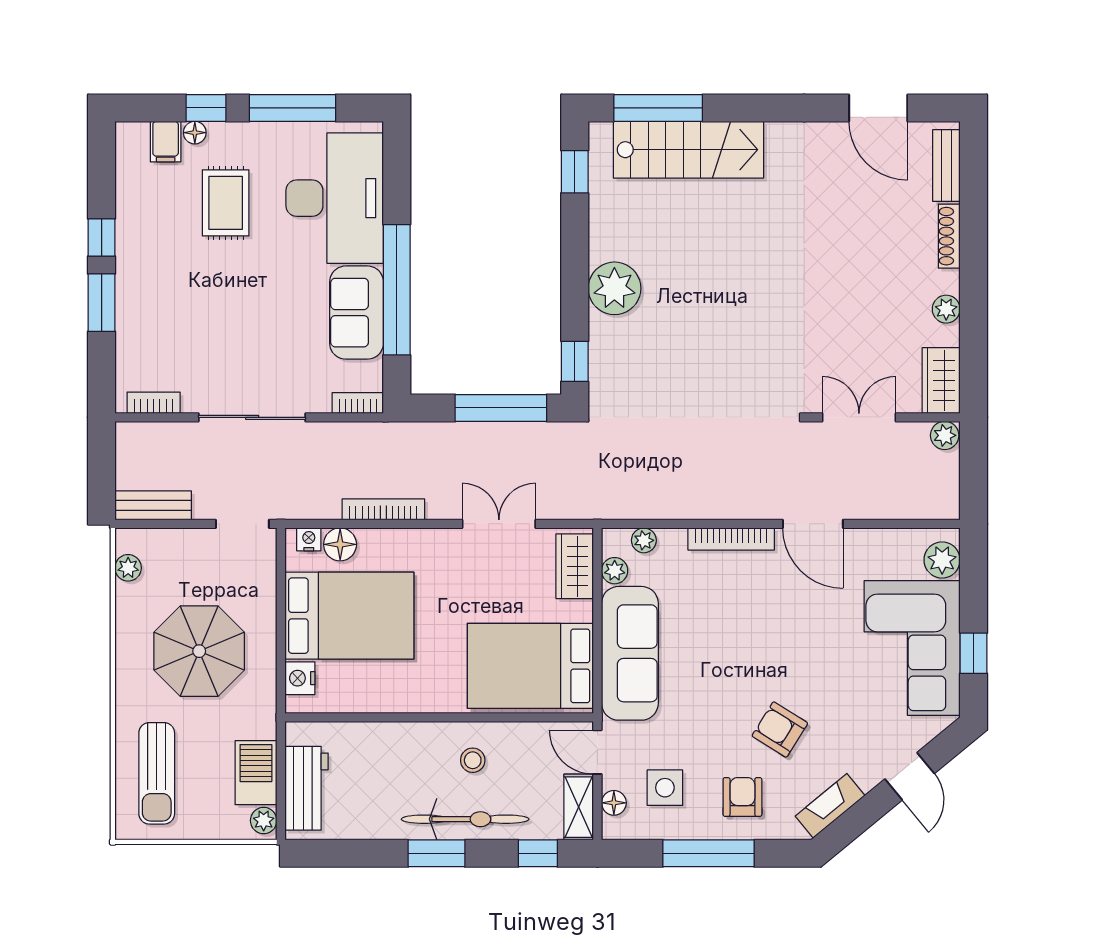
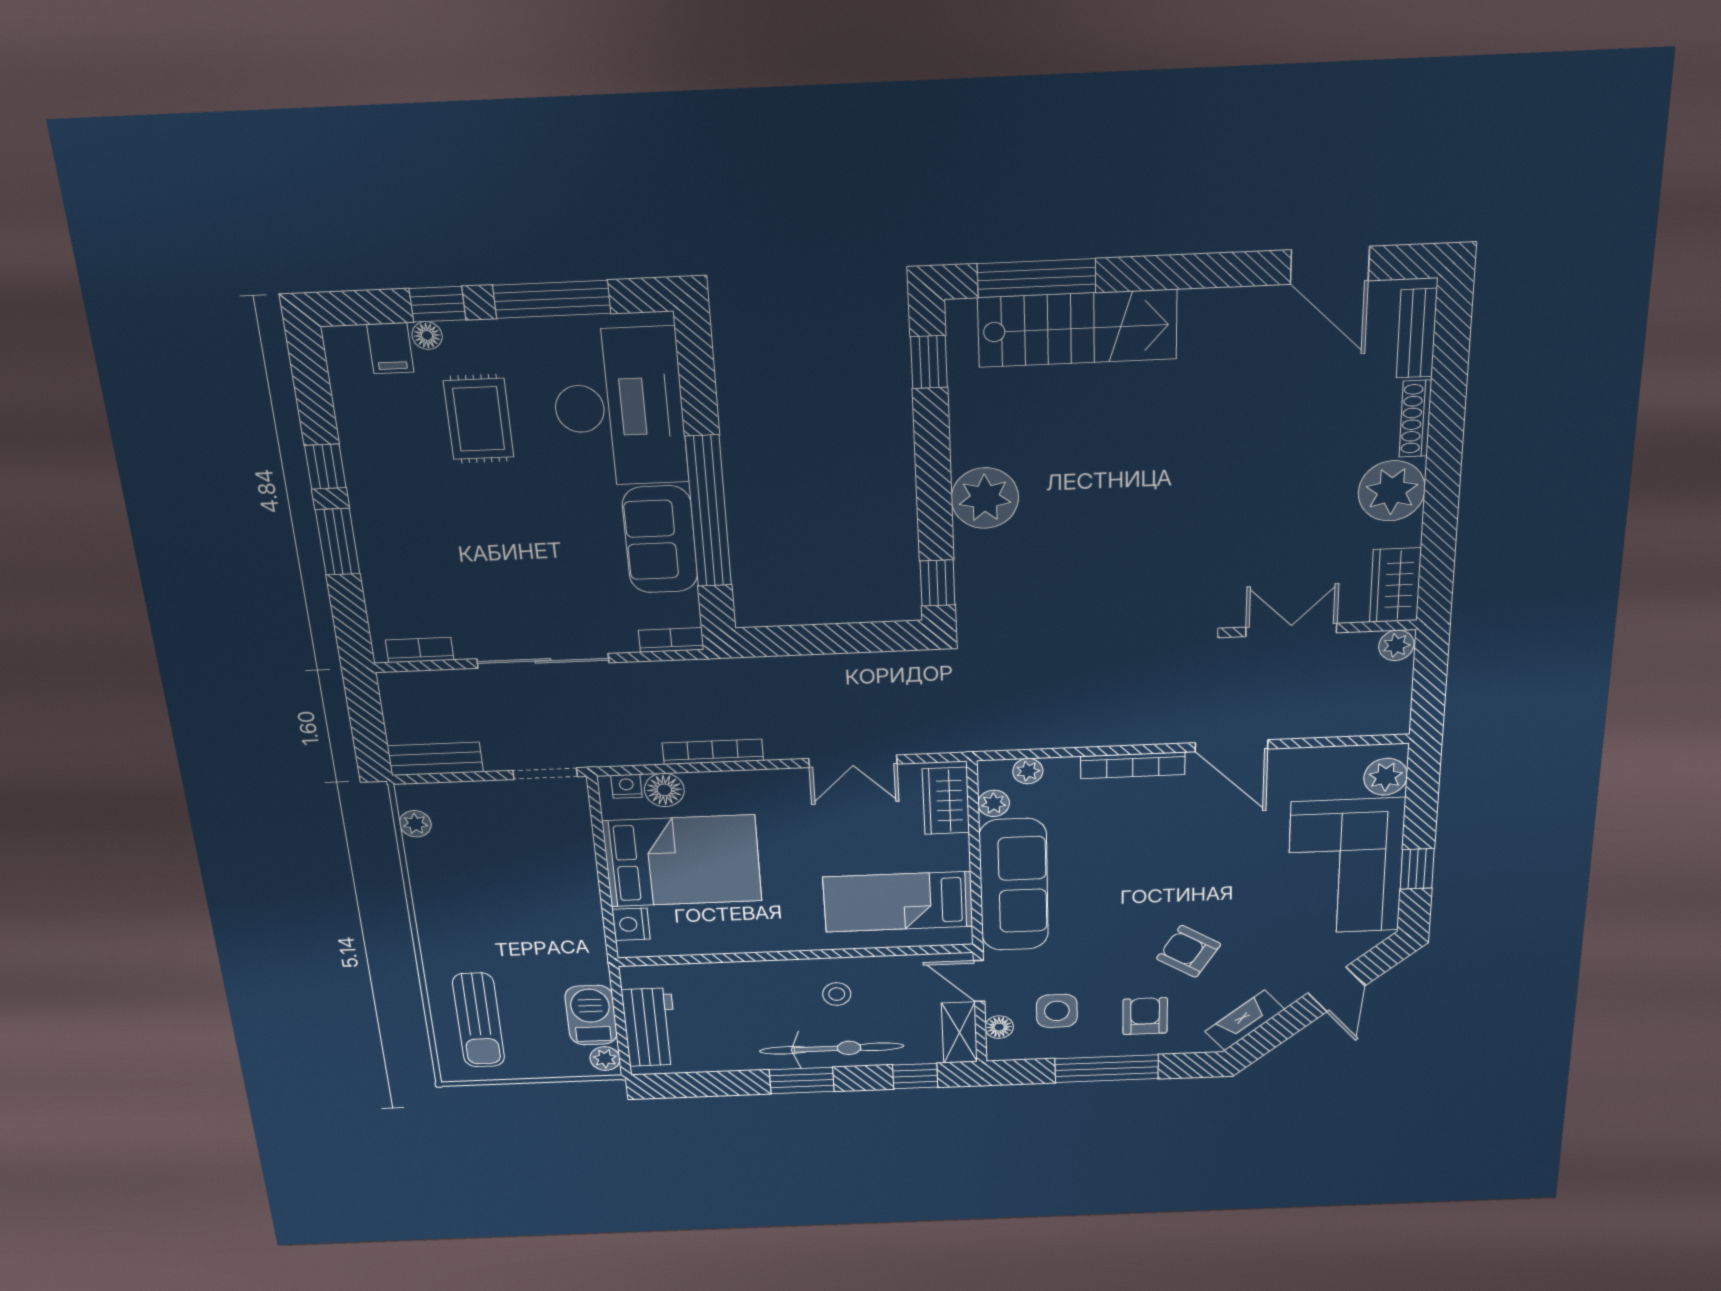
plant: (946, 309) -> (1392, 491), width x1.87, depth x1.87
window: (501, 408) -> (848, 638), removed
double door: (499, 524) -> (853, 761), swing flipped
parasol: (199, 651) -> (511, 903), removed
bed: (530, 666) -> (898, 902), width x0.67

